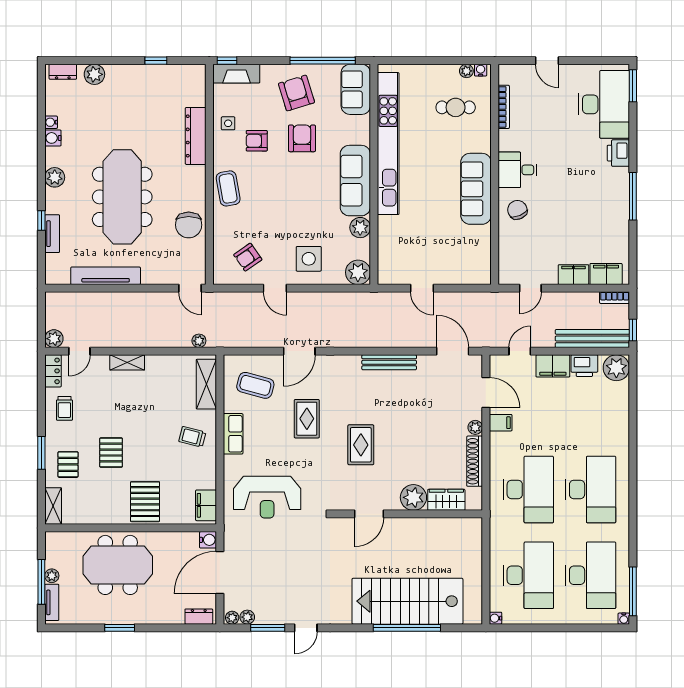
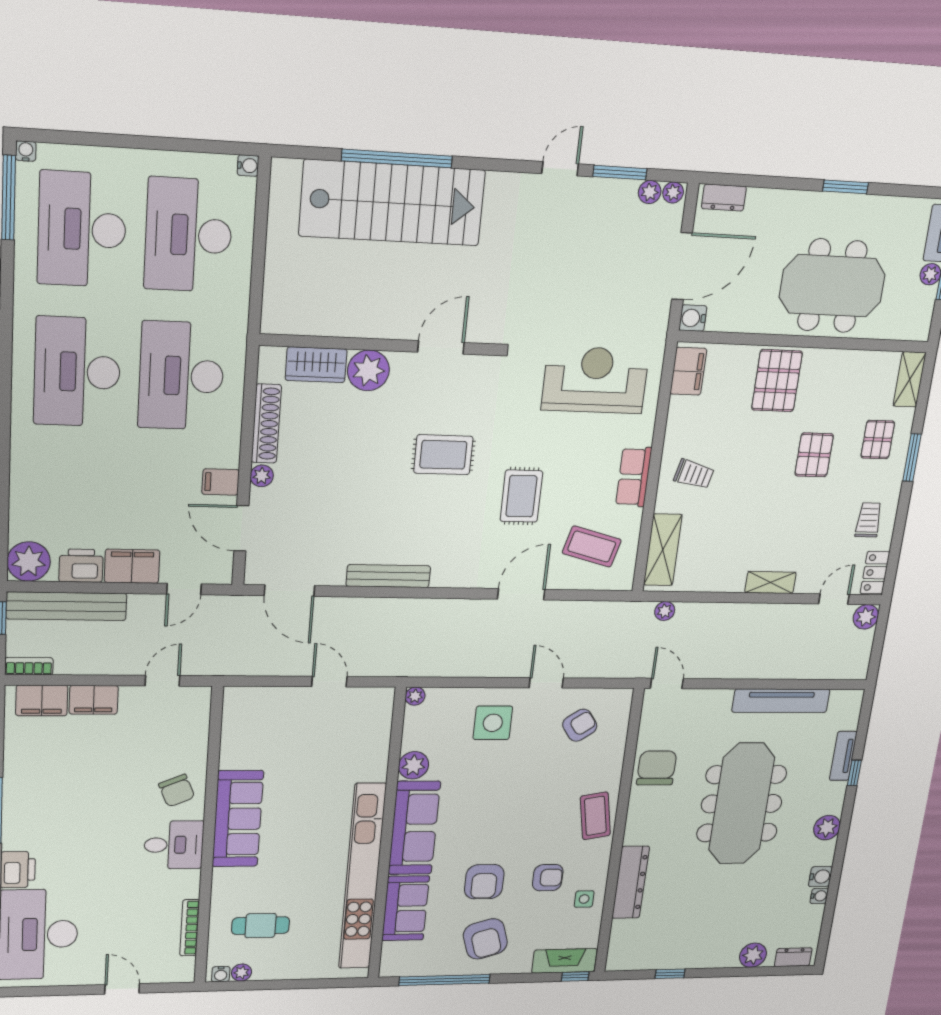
sofa: (356, 89) -> (406, 908), moved
plant: (358, 272) -> (415, 696), width x0.53, depth x0.53
rug: (361, 445) -> (443, 455), turned 90

